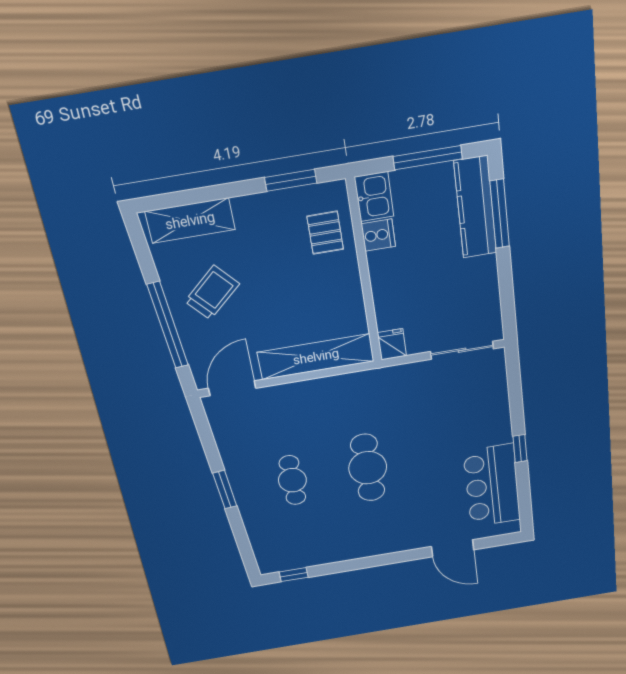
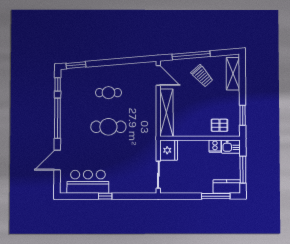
kitchen counter: (475, 207) -> (227, 186), width x0.67
fridge: (392, 344) -> (169, 150), width x1.88, depth x1.34
window: (225, 490) -> (76, 65), moved
window: (365, 563) -> (57, 118), added

